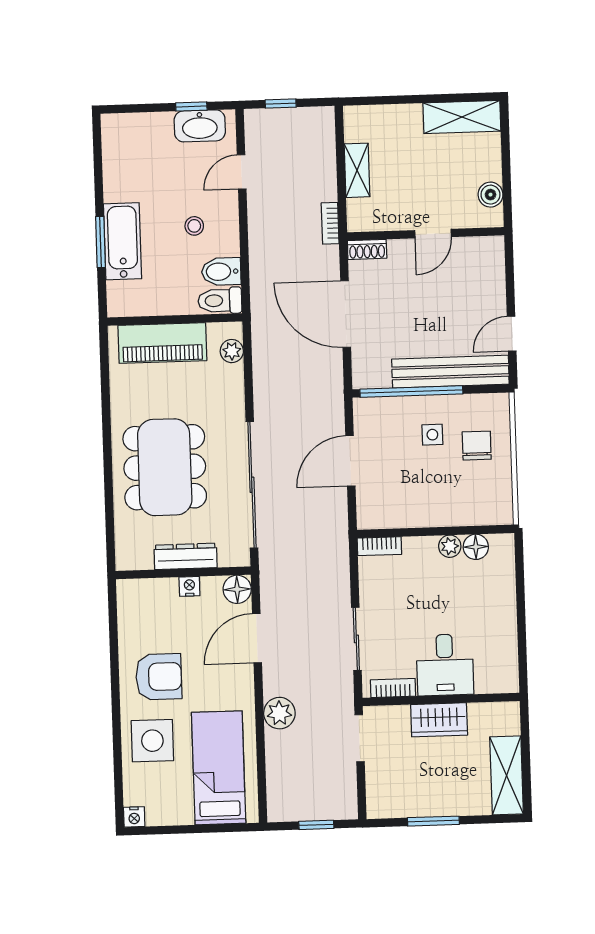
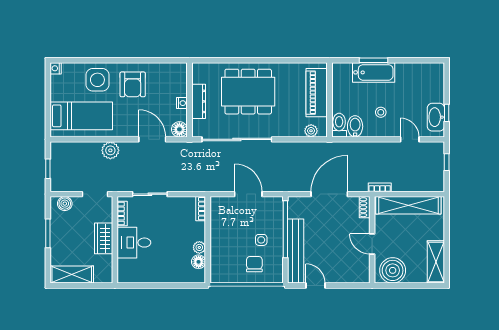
shelving: (357, 170) -> (408, 205), width x2.20, depth x1.33
boiler: (490, 195) -> (393, 270), width x1.86, depth x1.86
chair: (477, 446) -> (254, 264), turned -90
boiler: (378, 792) -> (65, 204), added

